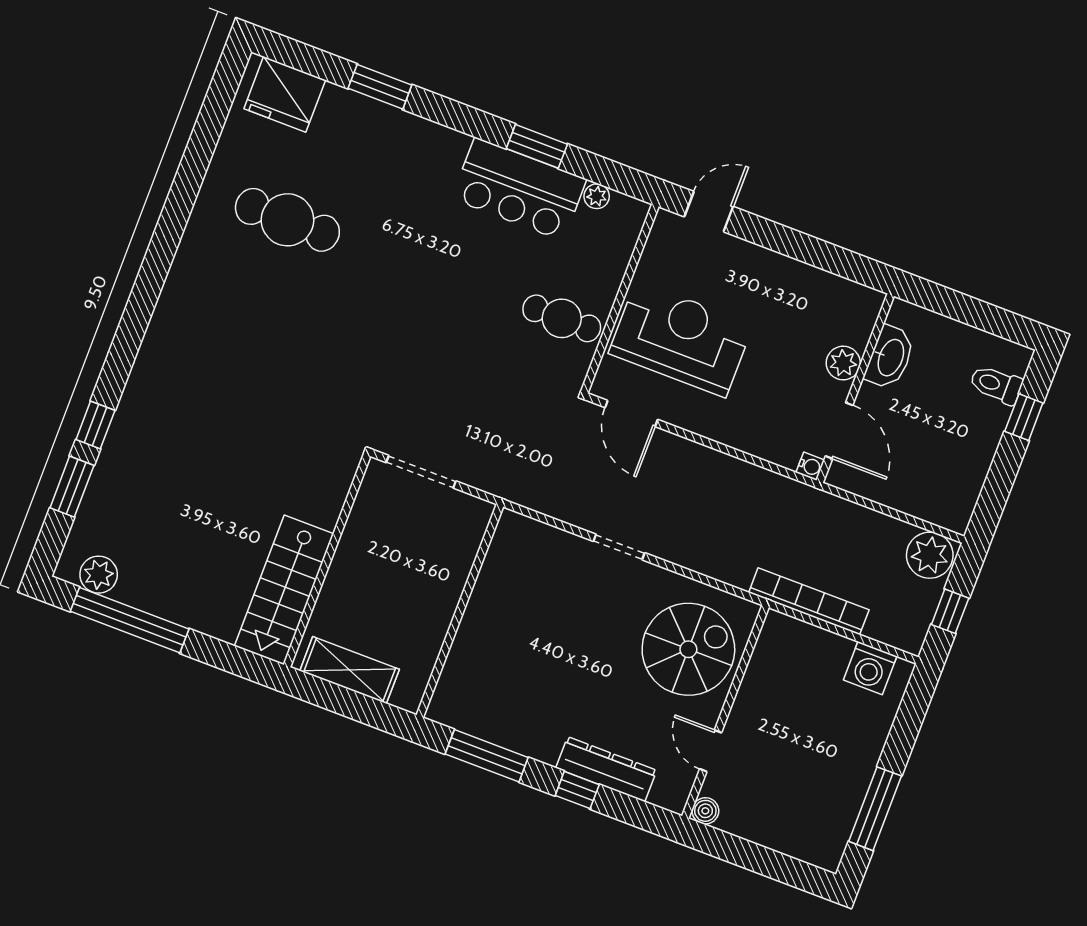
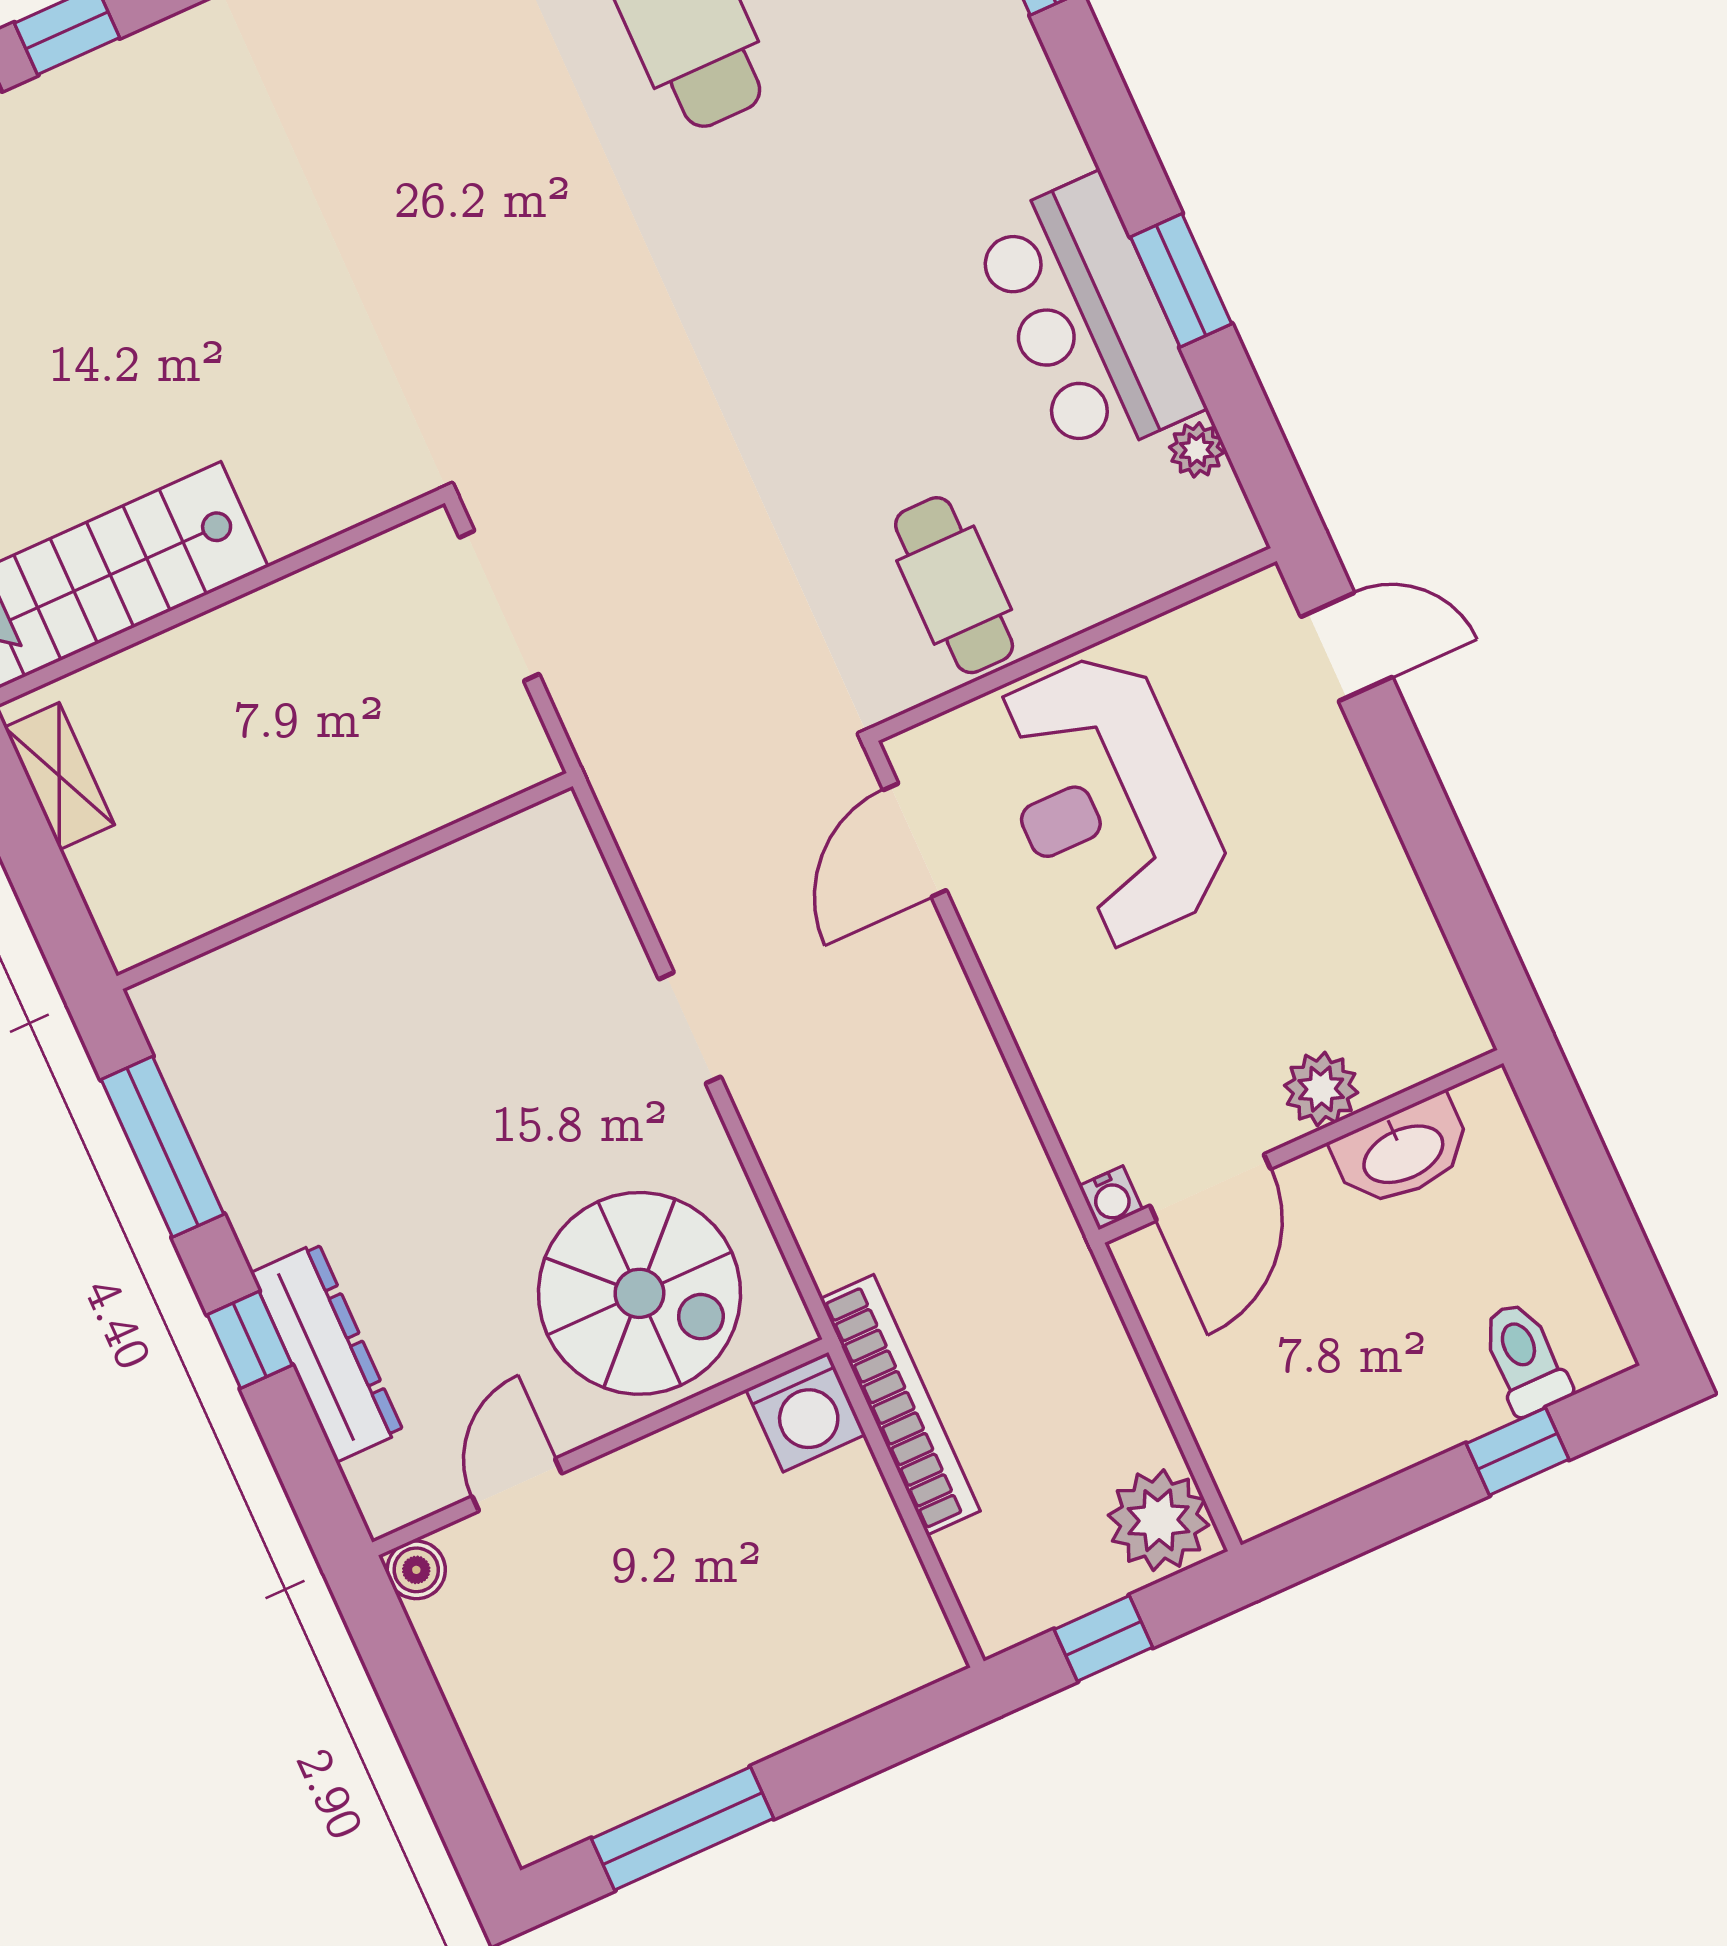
reception desk: (681, 339) -> (1107, 801), turned 180
washing machine: (870, 668) -> (806, 1412), moved, turned -90
shelving: (350, 670) -> (59, 776), width x0.67, depth x0.75

